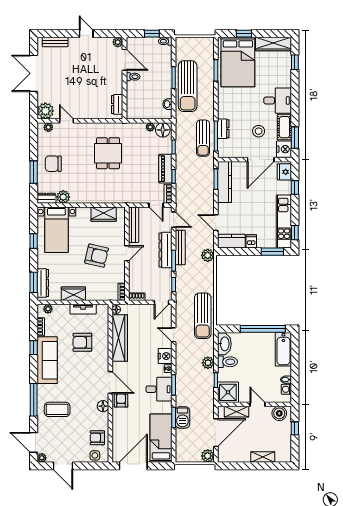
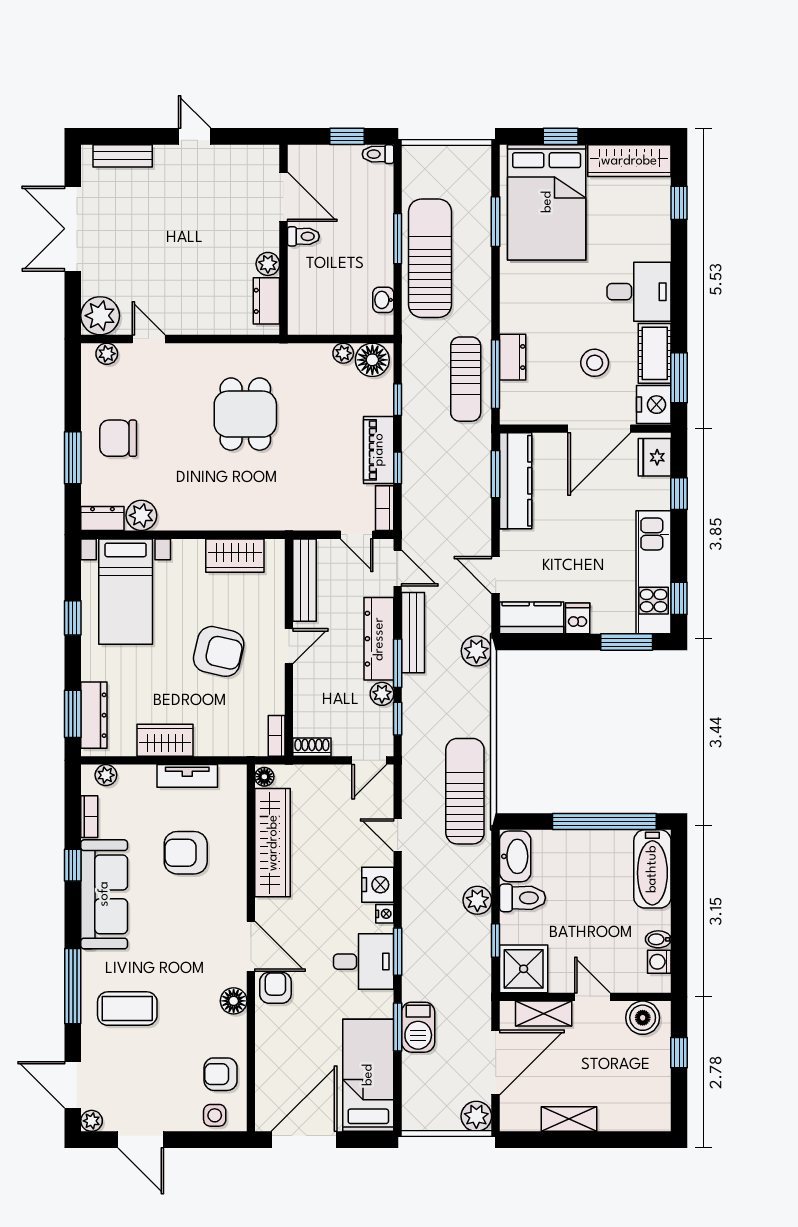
plant: (118, 42) -> (268, 264), moved
sun lounger: (188, 86) -> (430, 258), turned 180
plant: (167, 274) -> (382, 694), added
sun lounger: (203, 316) -> (465, 791), turned 180
shelving: (263, 457) -> (569, 1119), moved

